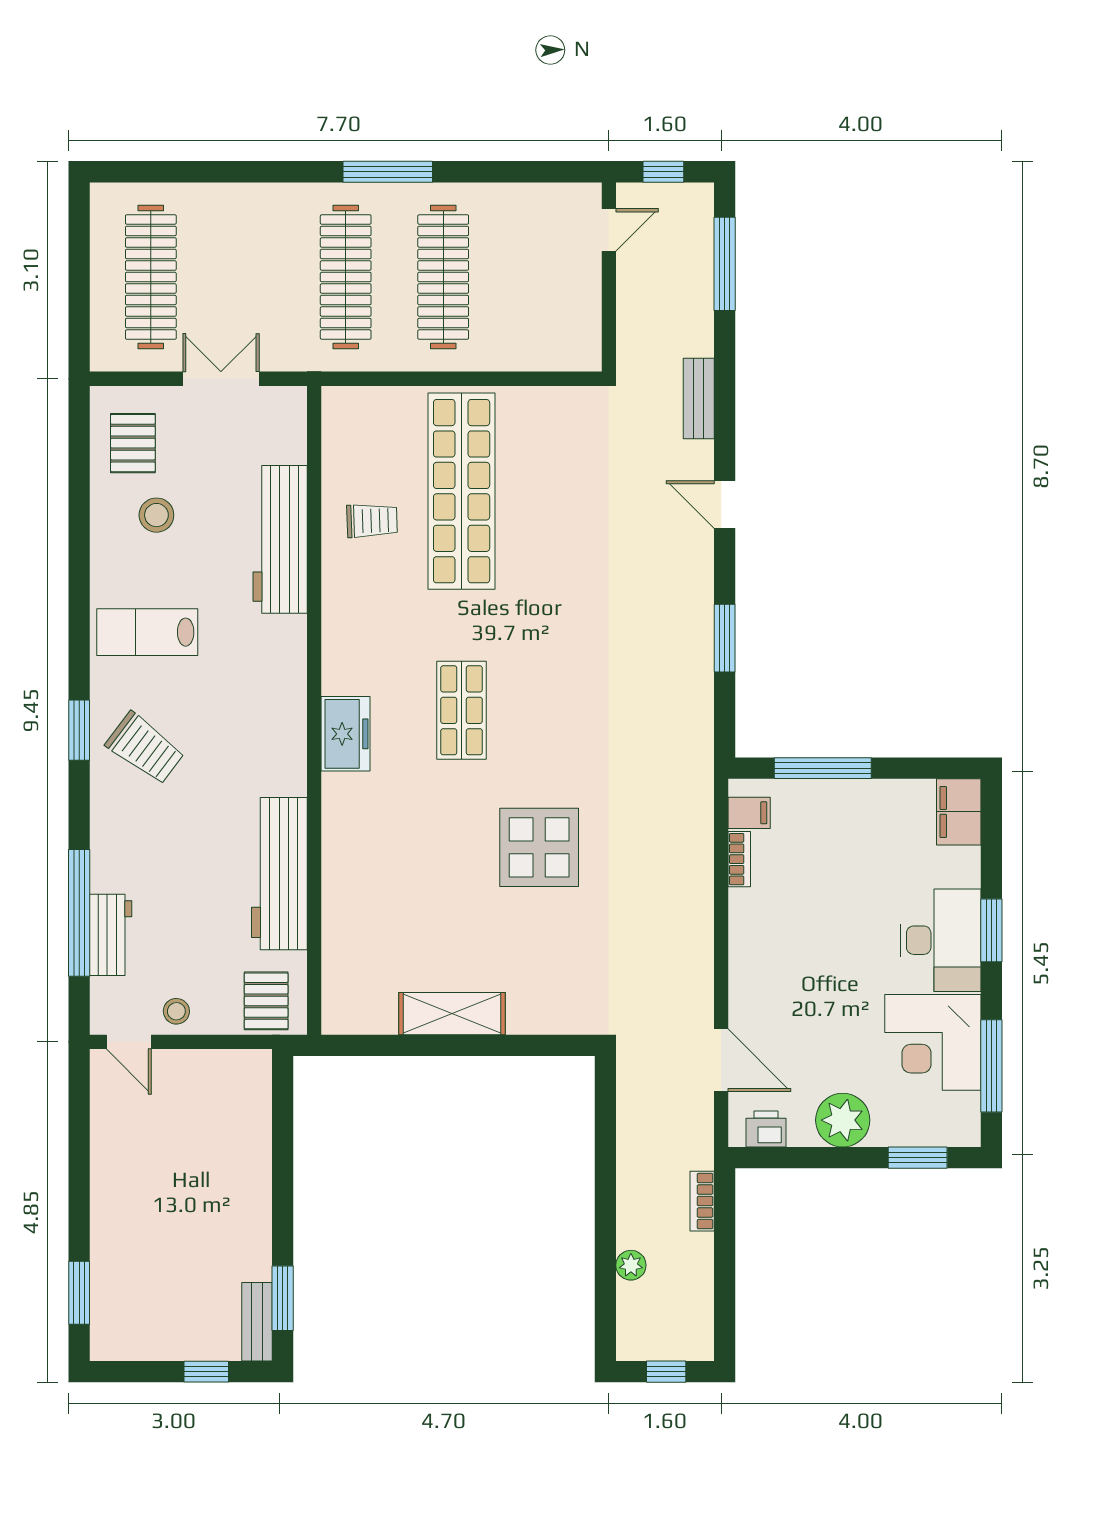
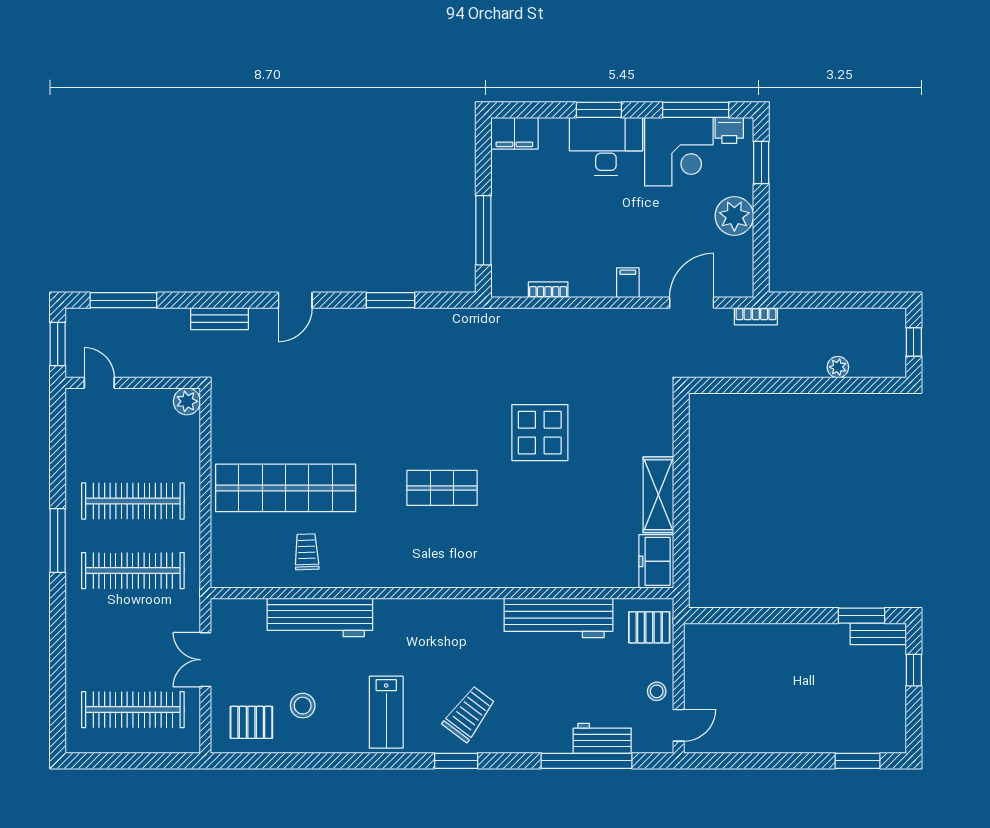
window: (663, 172) -> (58, 344), width x1.50
plant: (583, 353) -> (187, 401), added
freezer: (345, 734) -> (656, 561), moved, turned -90
filing cabinet: (749, 813) -> (628, 283), moved
printer: (766, 1129) -> (729, 130), moved, turned -90
bookcase: (702, 1201) -> (756, 316), moved

